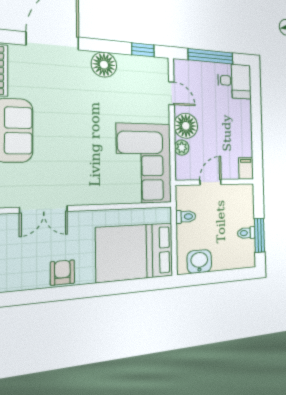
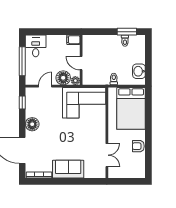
filing cabinet: (246, 168) -> (73, 40), moved
door: (211, 182) -> (81, 63), moved
wall: (216, 182) -> (81, 60), moved

